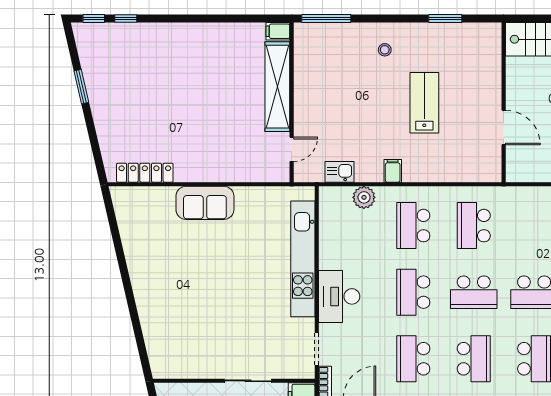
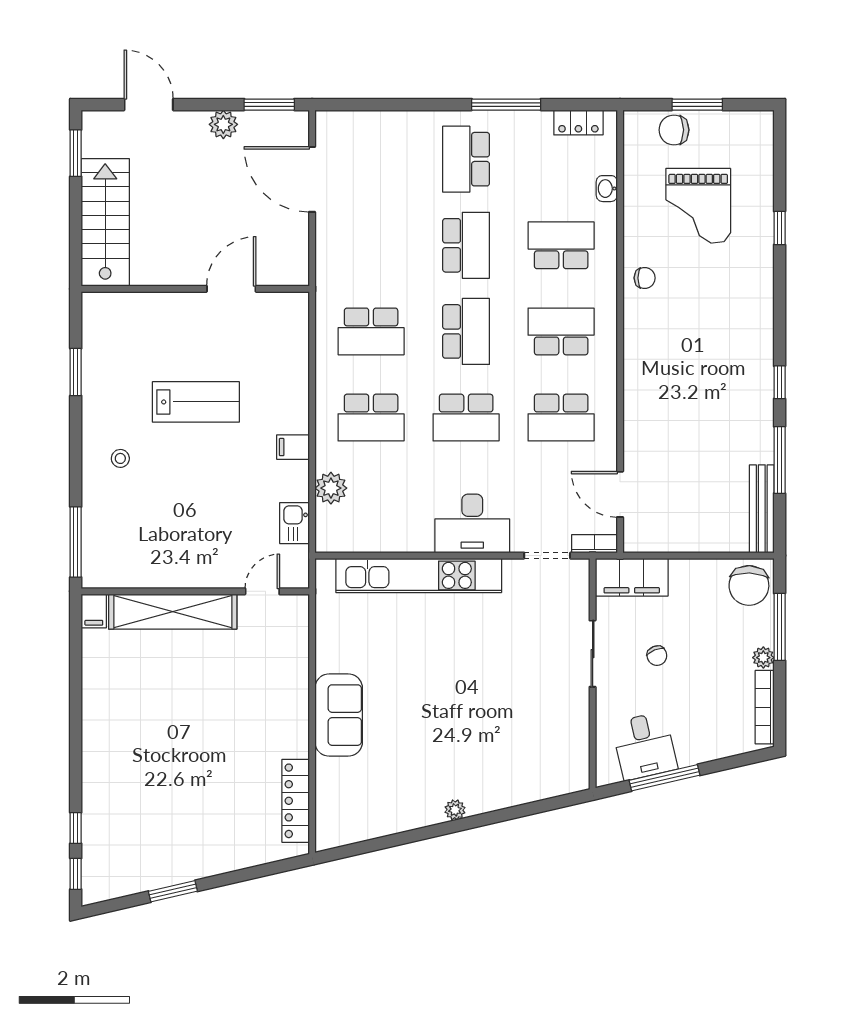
lab bench: (424, 103) -> (196, 402), turned 180
door: (292, 149) -> (262, 591), hinge flipped
plant: (138, 284) -> (455, 810), added

